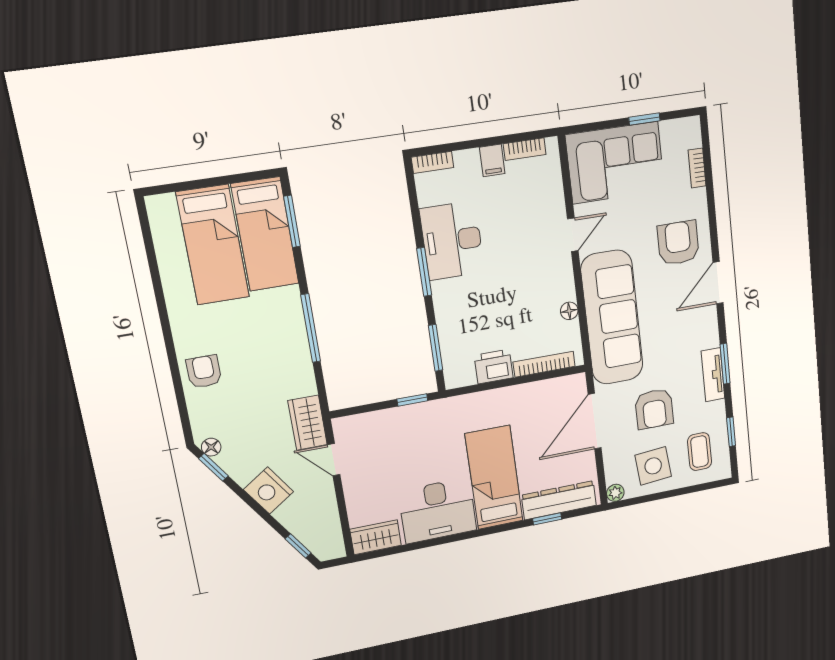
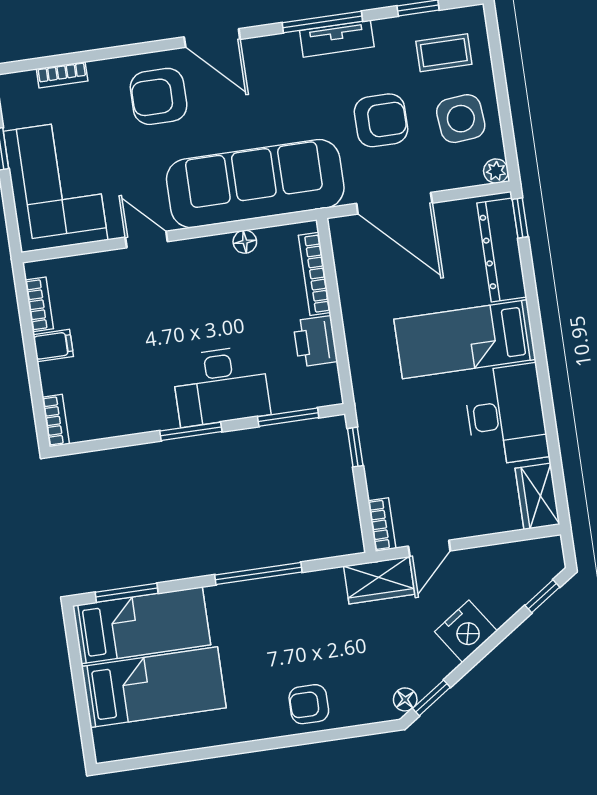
desk: (452, 241) -> (221, 386), moved
window: (725, 364) -> (322, 22), width x1.44
bookcase: (352, 423) -> (382, 524), added
window: (547, 519) -> (520, 218), moved

